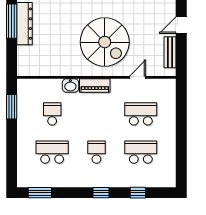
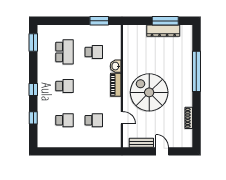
spiral stairs: (105, 42) -> (149, 92), turned 90
school desk: (141, 114) -> (94, 120), width x0.54
school desk: (141, 152) -> (64, 120), width x0.54

